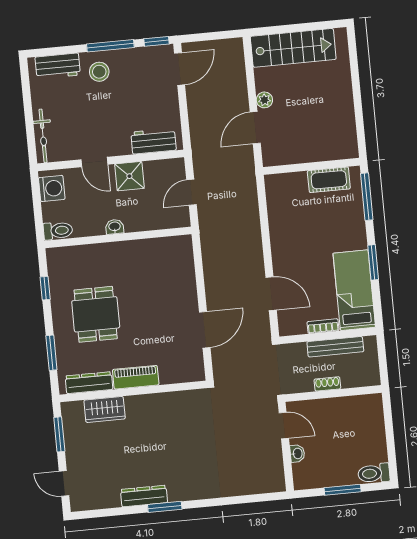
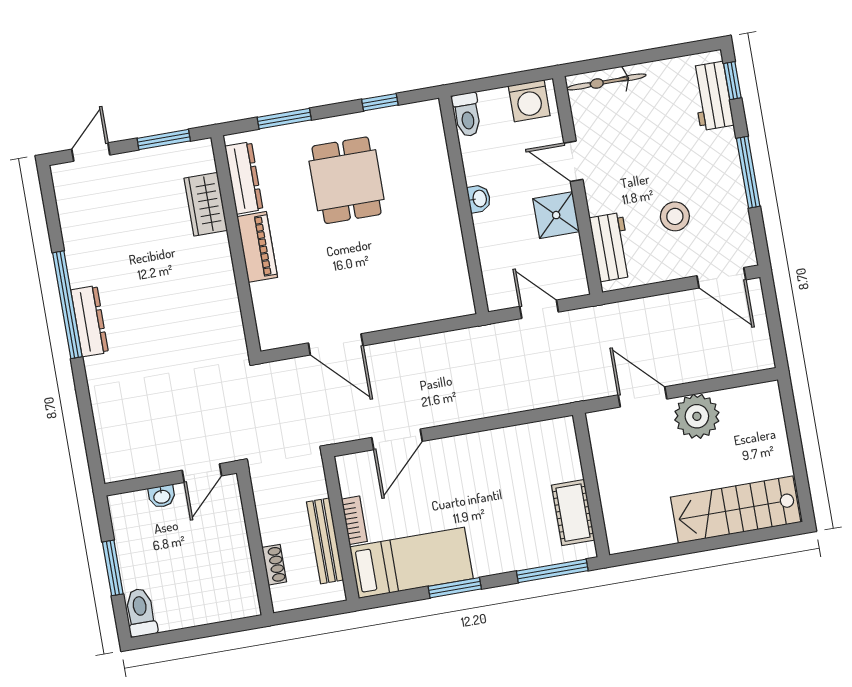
window: (157, 41) -> (732, 81), moved
stairs: (293, 48) -> (736, 510), moved, turned 90
stool: (99, 72) -> (675, 216), moved
plant: (264, 100) -> (697, 416), width x1.88, depth x1.88
door: (94, 162) -> (573, 161), hinge flipped
dining table: (96, 314) -> (347, 180), turned 90
shoe rack: (327, 384) -> (274, 565), moved
dresser: (144, 496) -> (90, 321), moved
window: (165, 507) -> (67, 305), width x2.11

